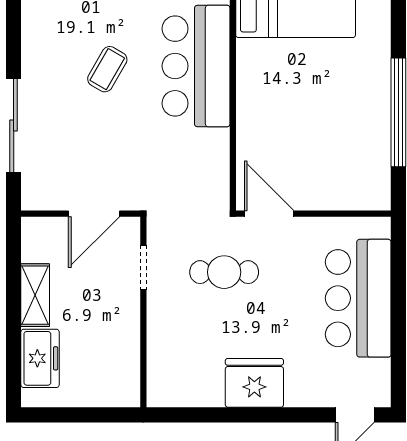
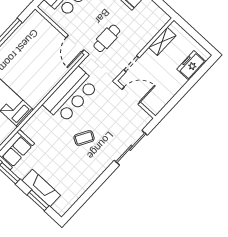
bar counter: (196, 66) -> (71, 95), moved
cafe table: (224, 272) -> (107, 38), turned 90
shelving: (35, 295) -> (162, 41), moved

